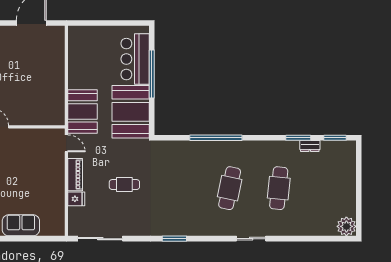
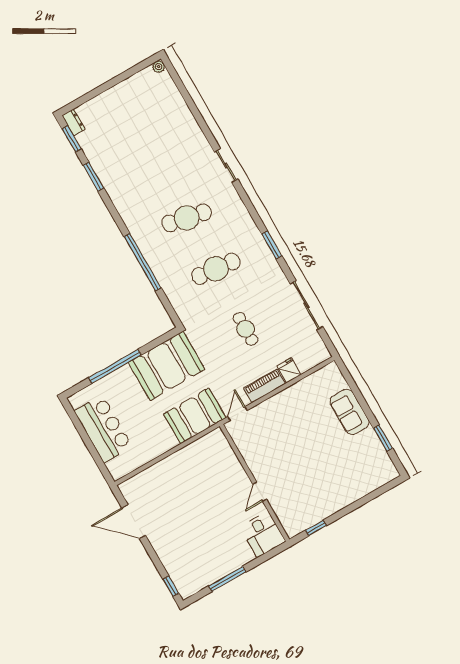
bar counter: (135, 59) -> (103, 429), moved, turned -90
dresser: (310, 146) -> (74, 122), moved
cafe table: (279, 188) -> (216, 269), moved
plant: (346, 226) -> (159, 67), width x0.53, depth x0.53
sliding door: (100, 239) -> (307, 305), moved

